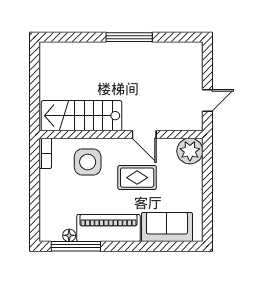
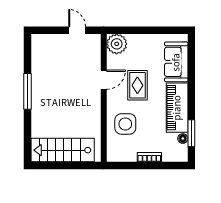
stairs: (82, 116) -> (63, 150), moved, turned 90
bookcase: (45, 153) -> (149, 157), moved
window: (76, 246) -> (191, 133), width x0.69

